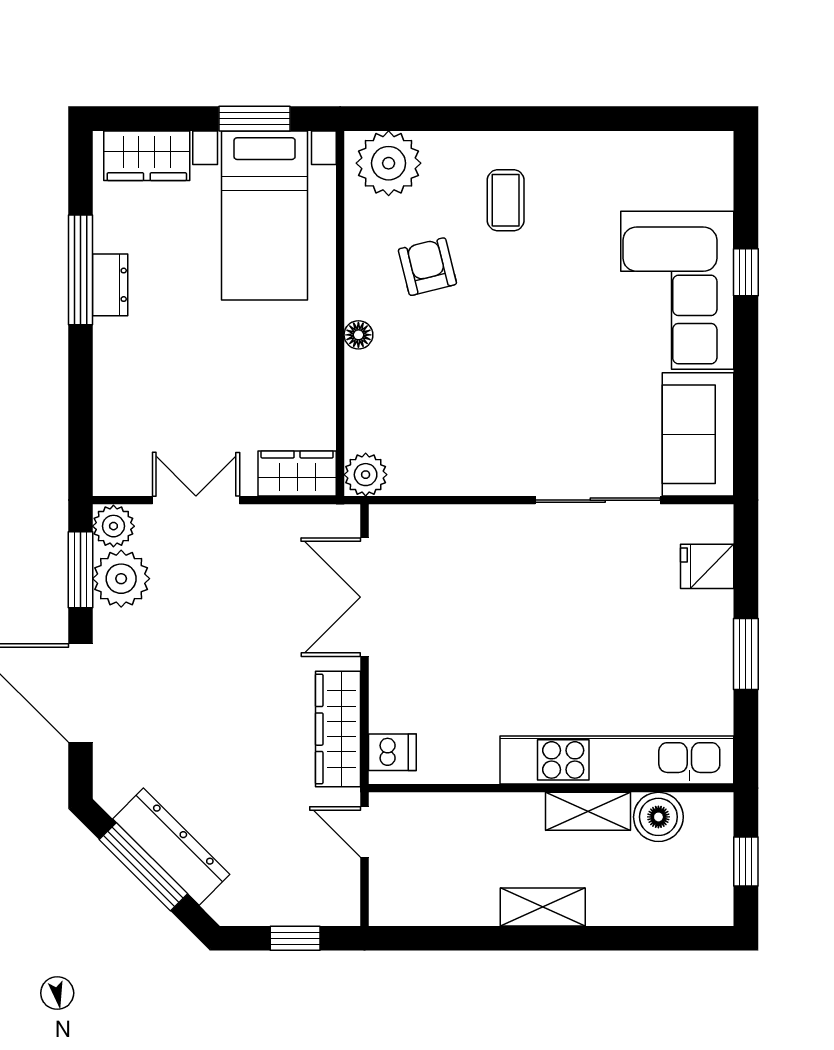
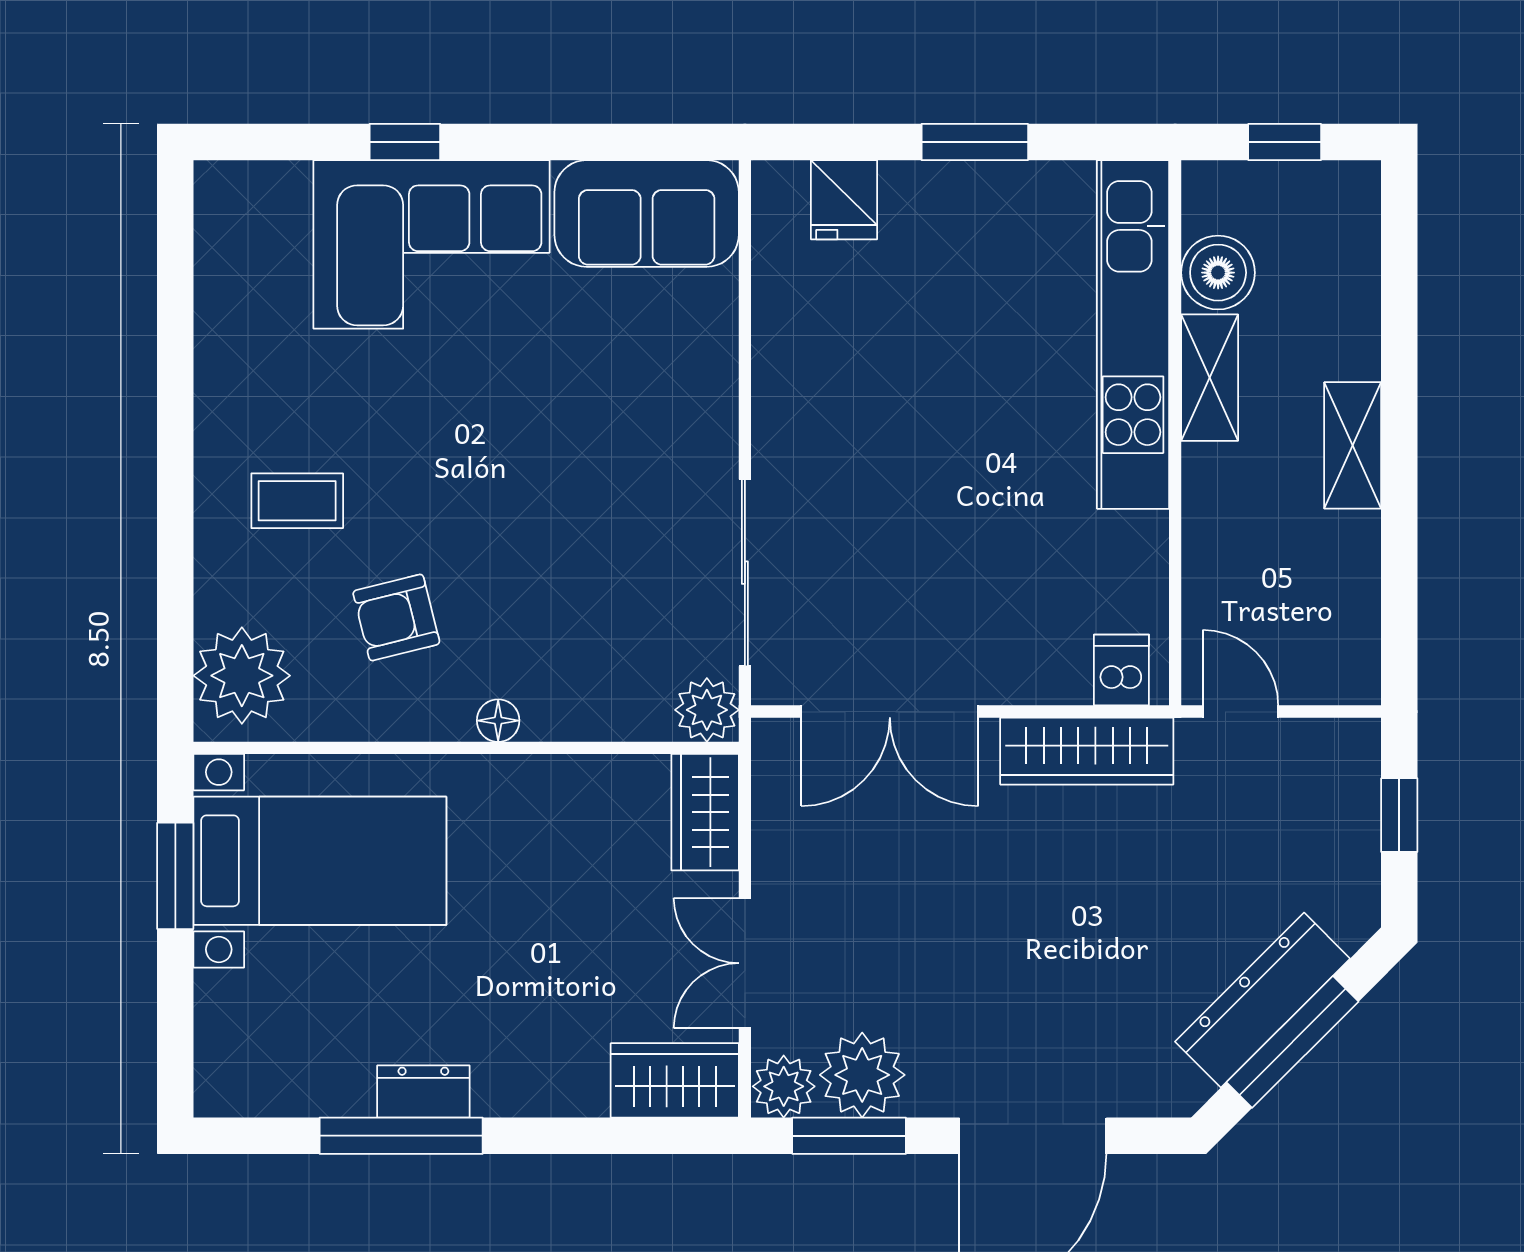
wardrobe: (147, 156) -> (675, 1080), moved, turned -90
sliding door: (598, 500) -> (745, 573), moved
door: (364, 832) -> (1240, 712), swing flipped

